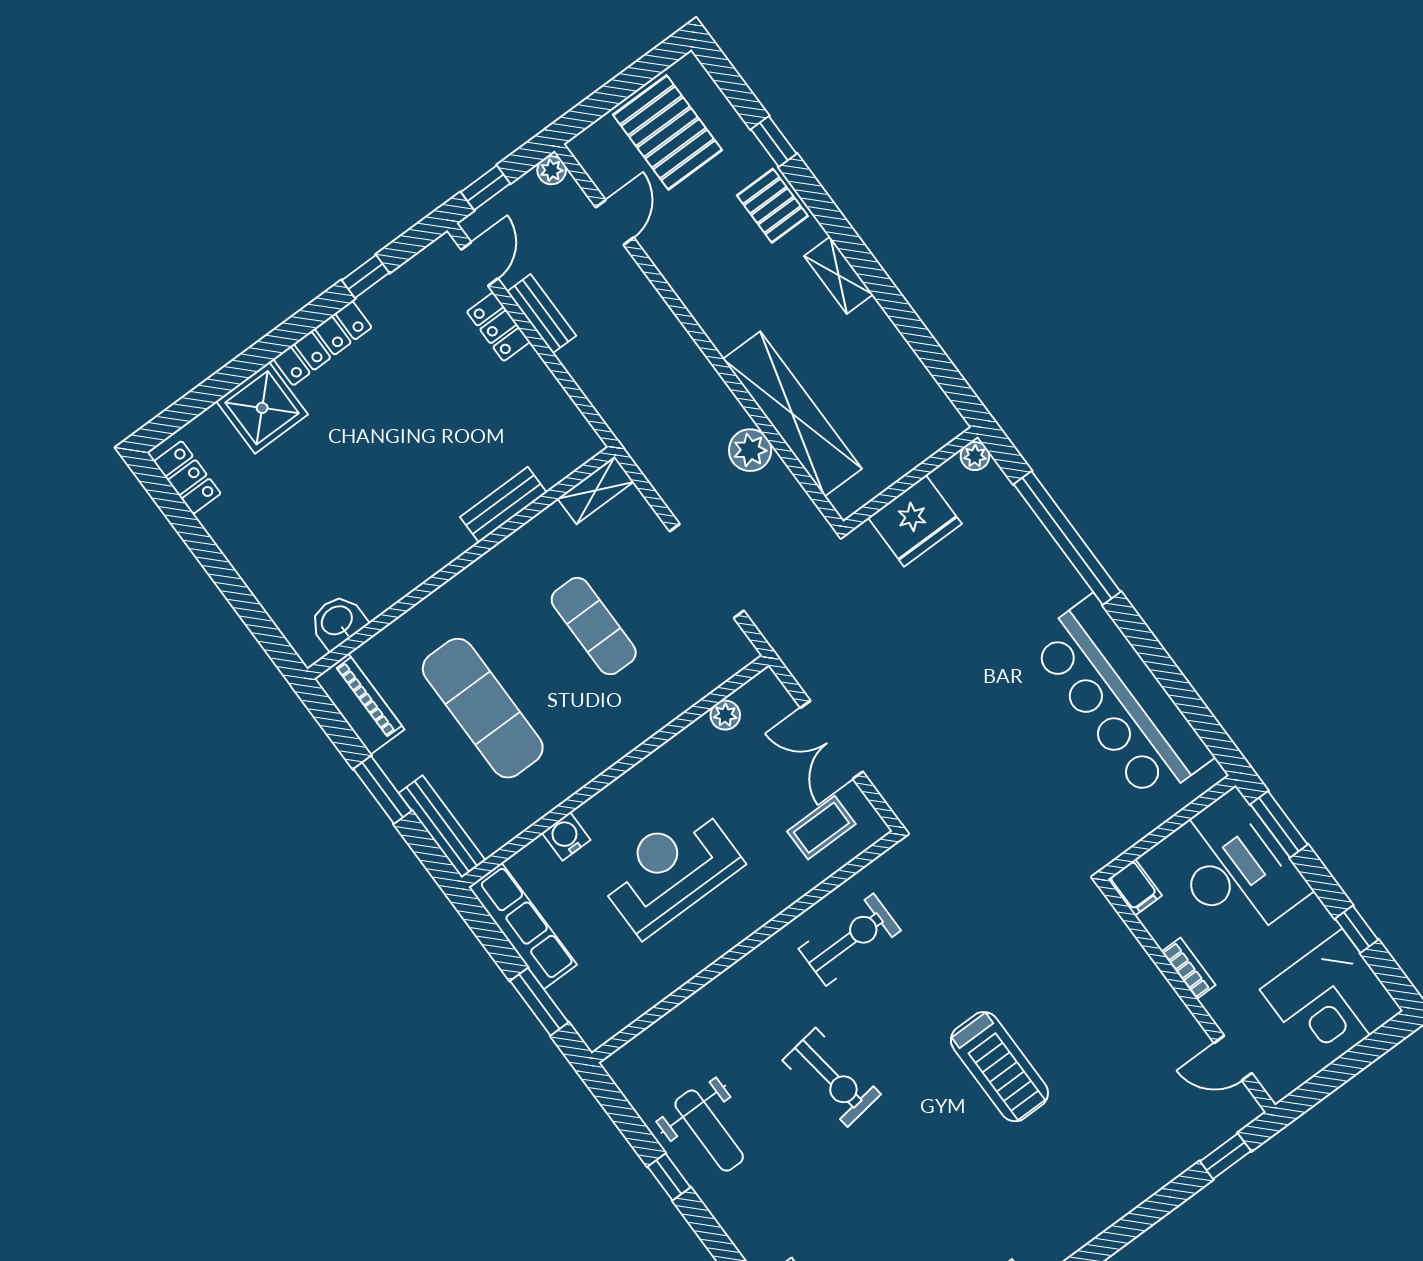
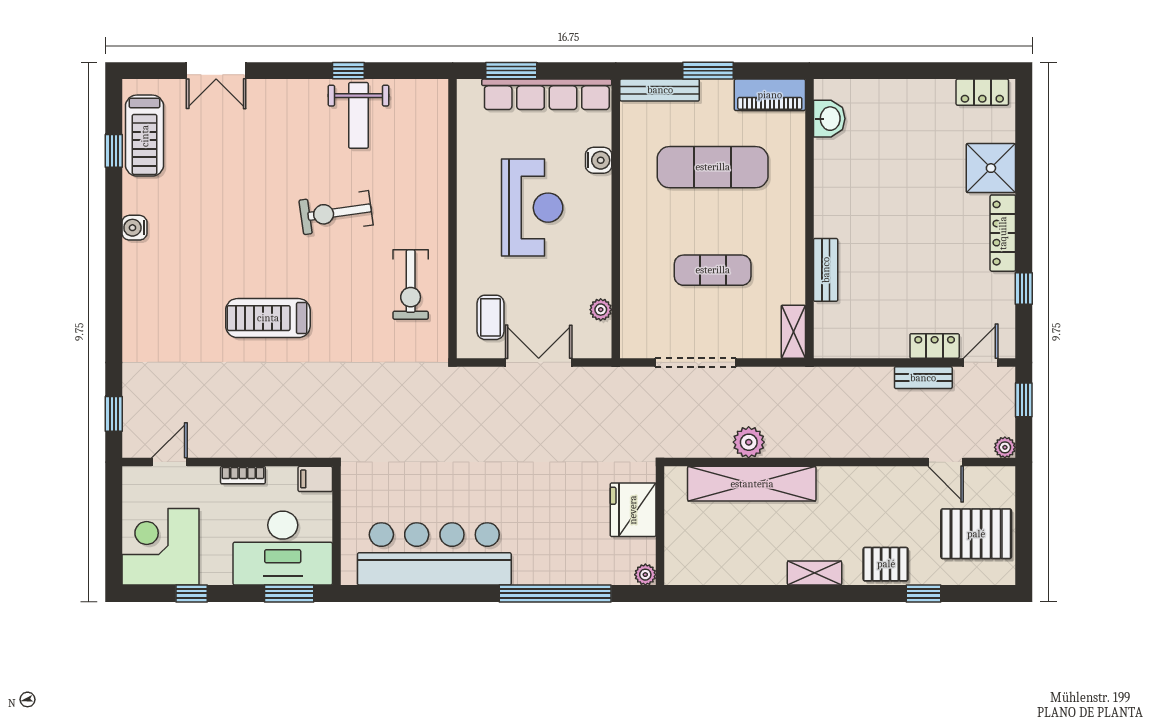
door: (480, 264) -> (981, 362), swing flipped
row of seats: (523, 926) -> (547, 94), width x1.36
weight bench: (709, 1131) -> (358, 115), turned -90

